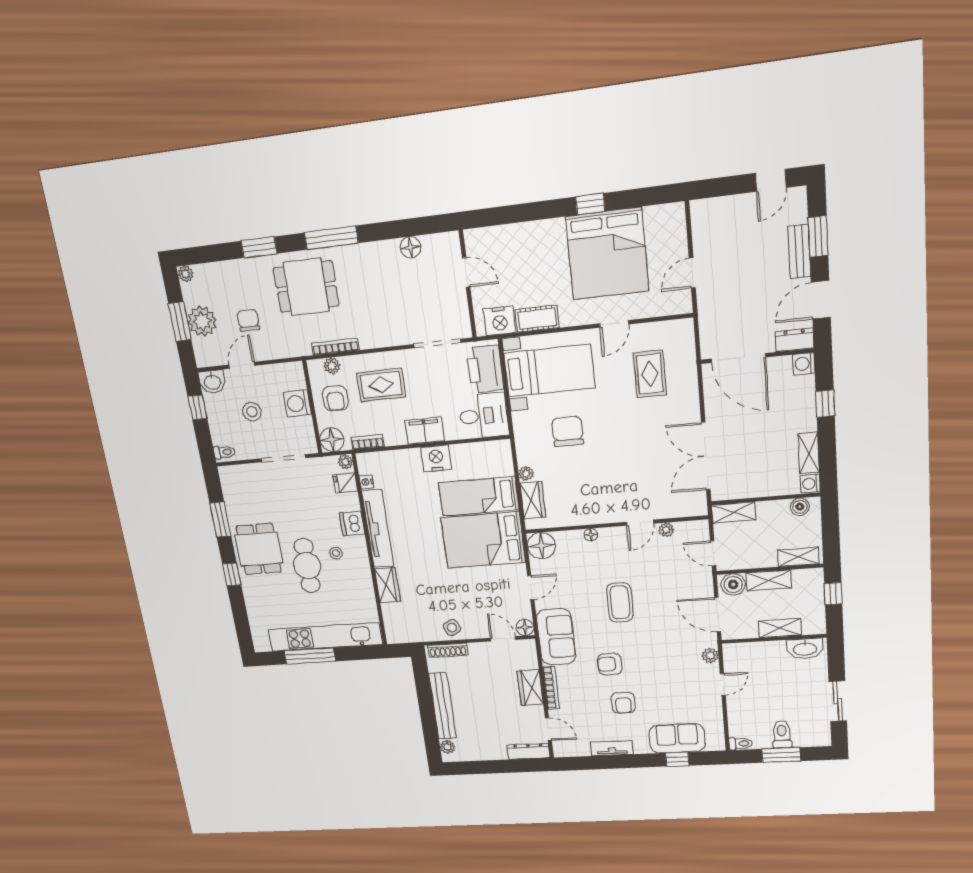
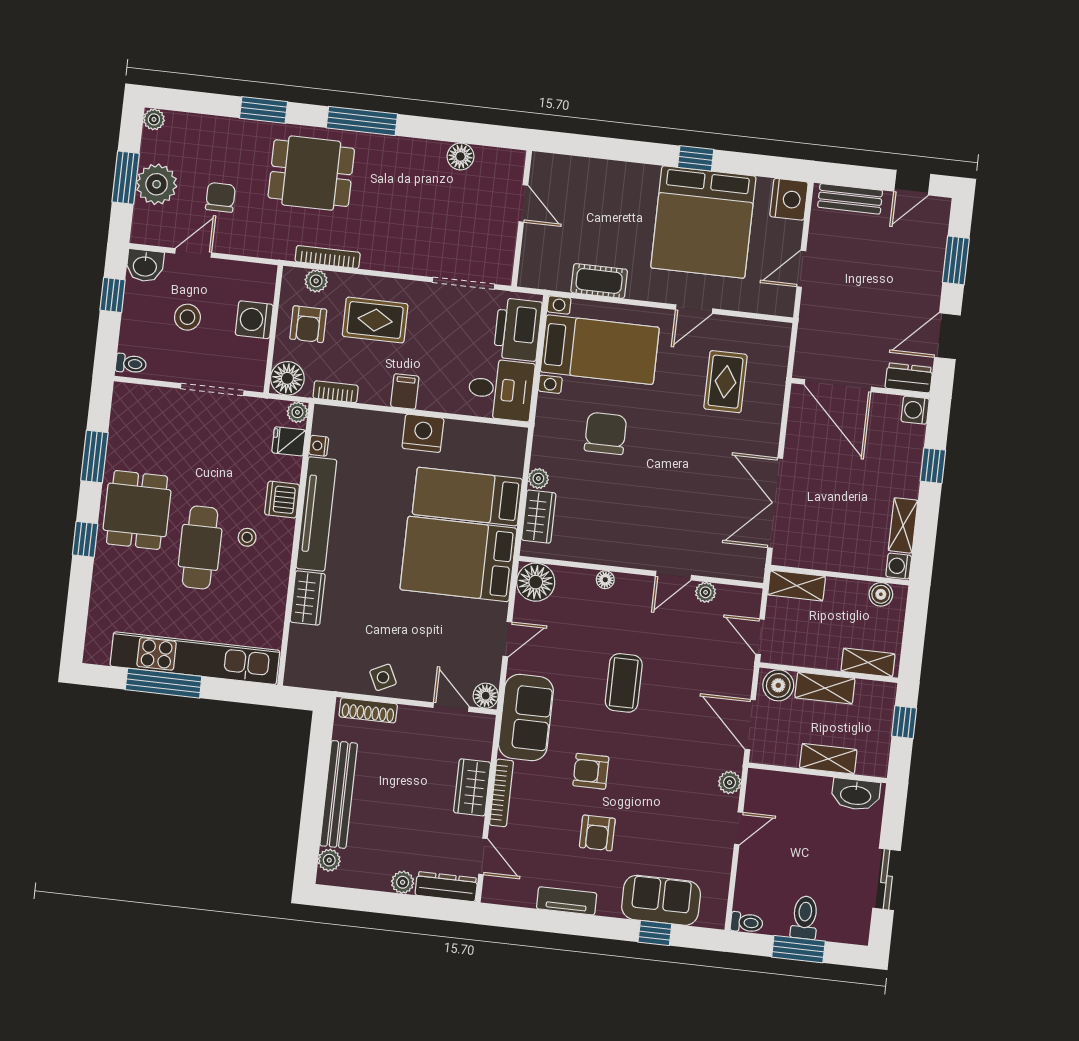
bench: (799, 251) -> (850, 199), moved, turned 90
nightstand: (500, 321) -> (789, 199), moved, turned -90
filing cabinet: (425, 431) -> (405, 392), width x0.50
plant: (499, 753) -> (403, 882), added

